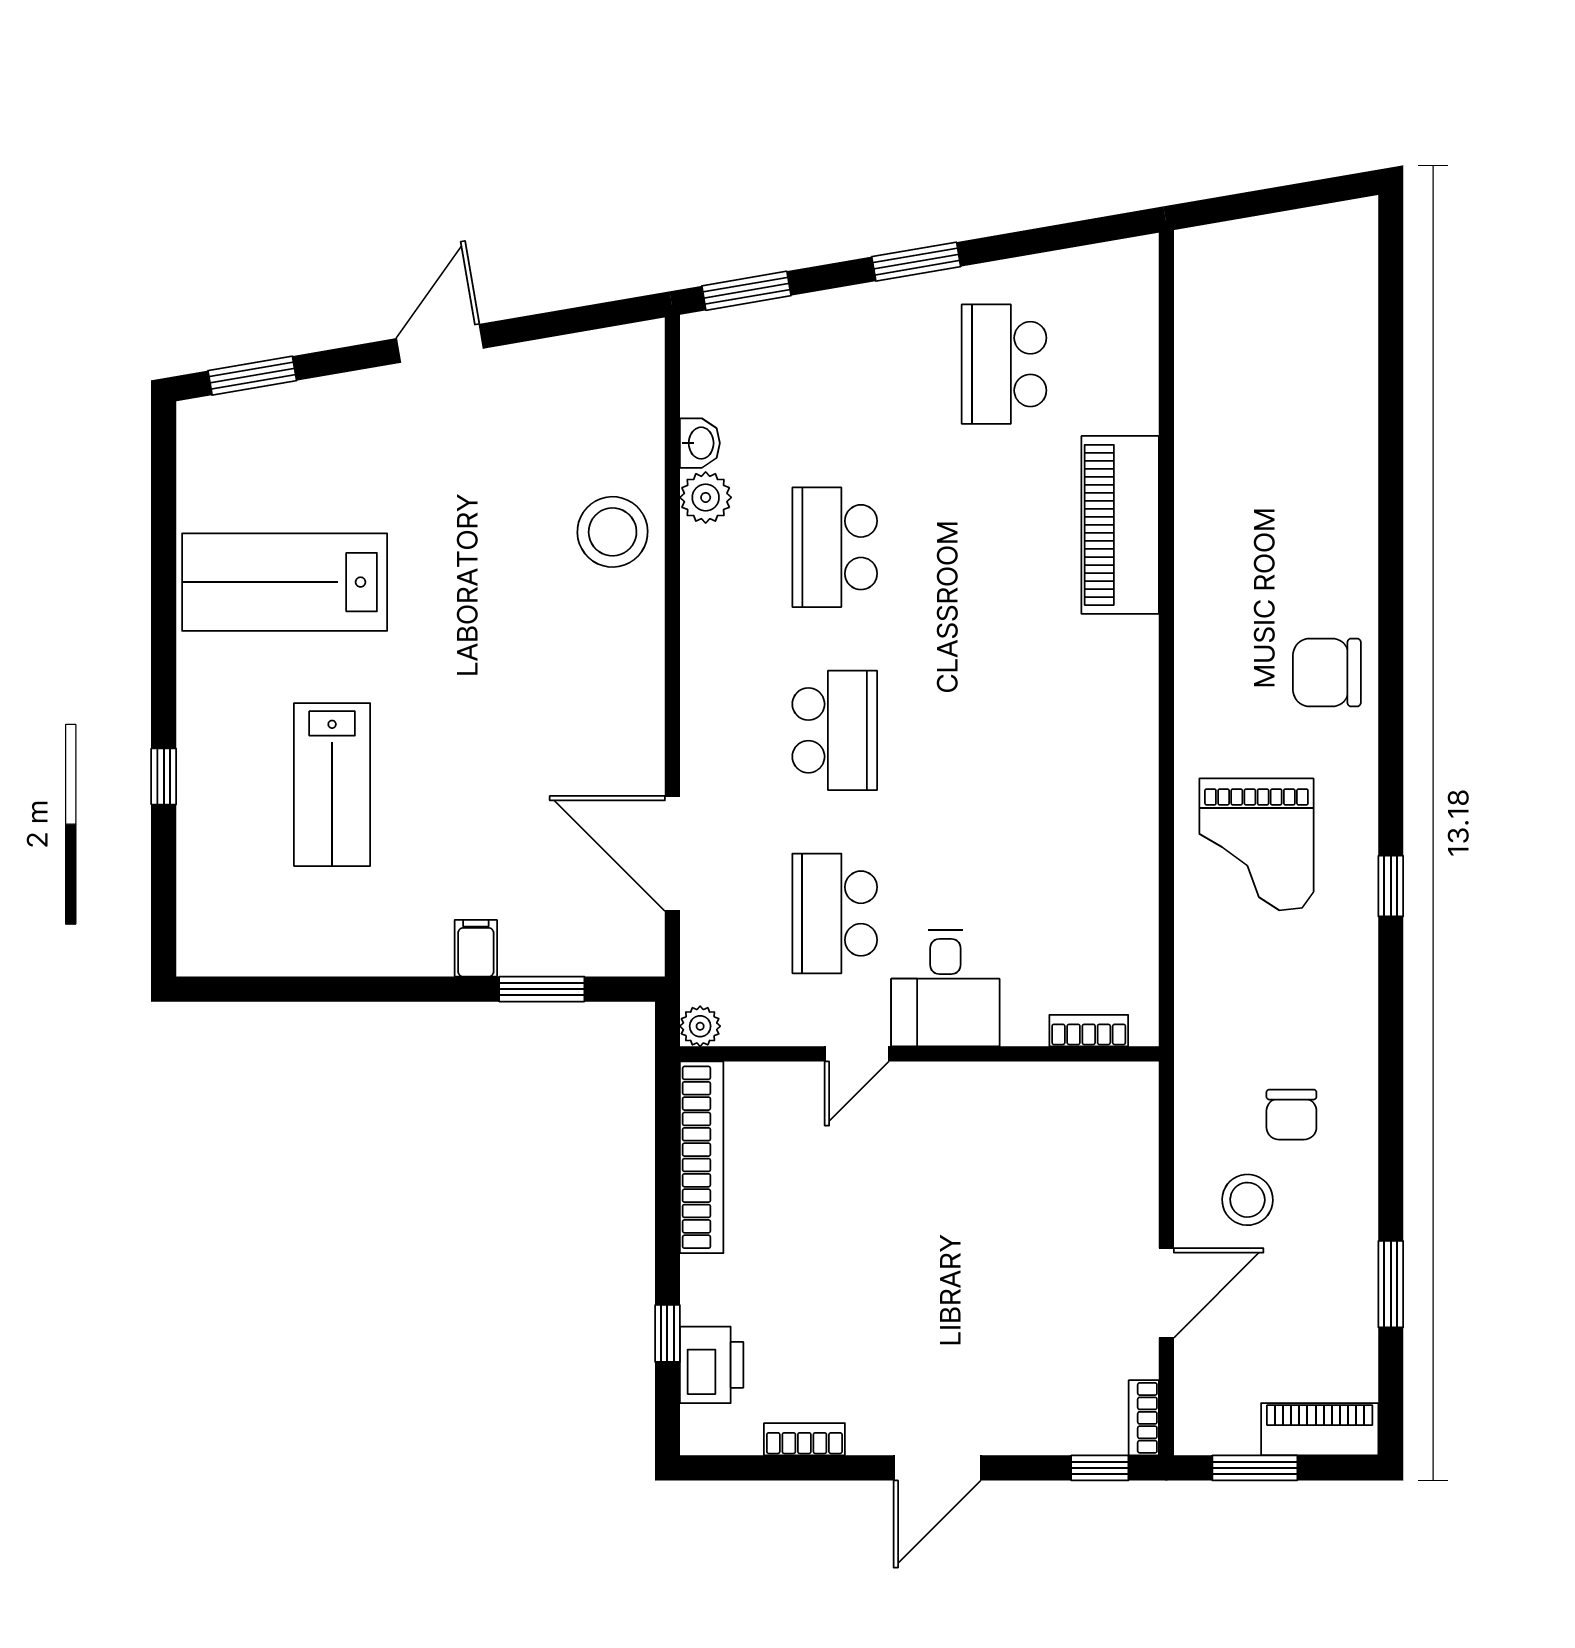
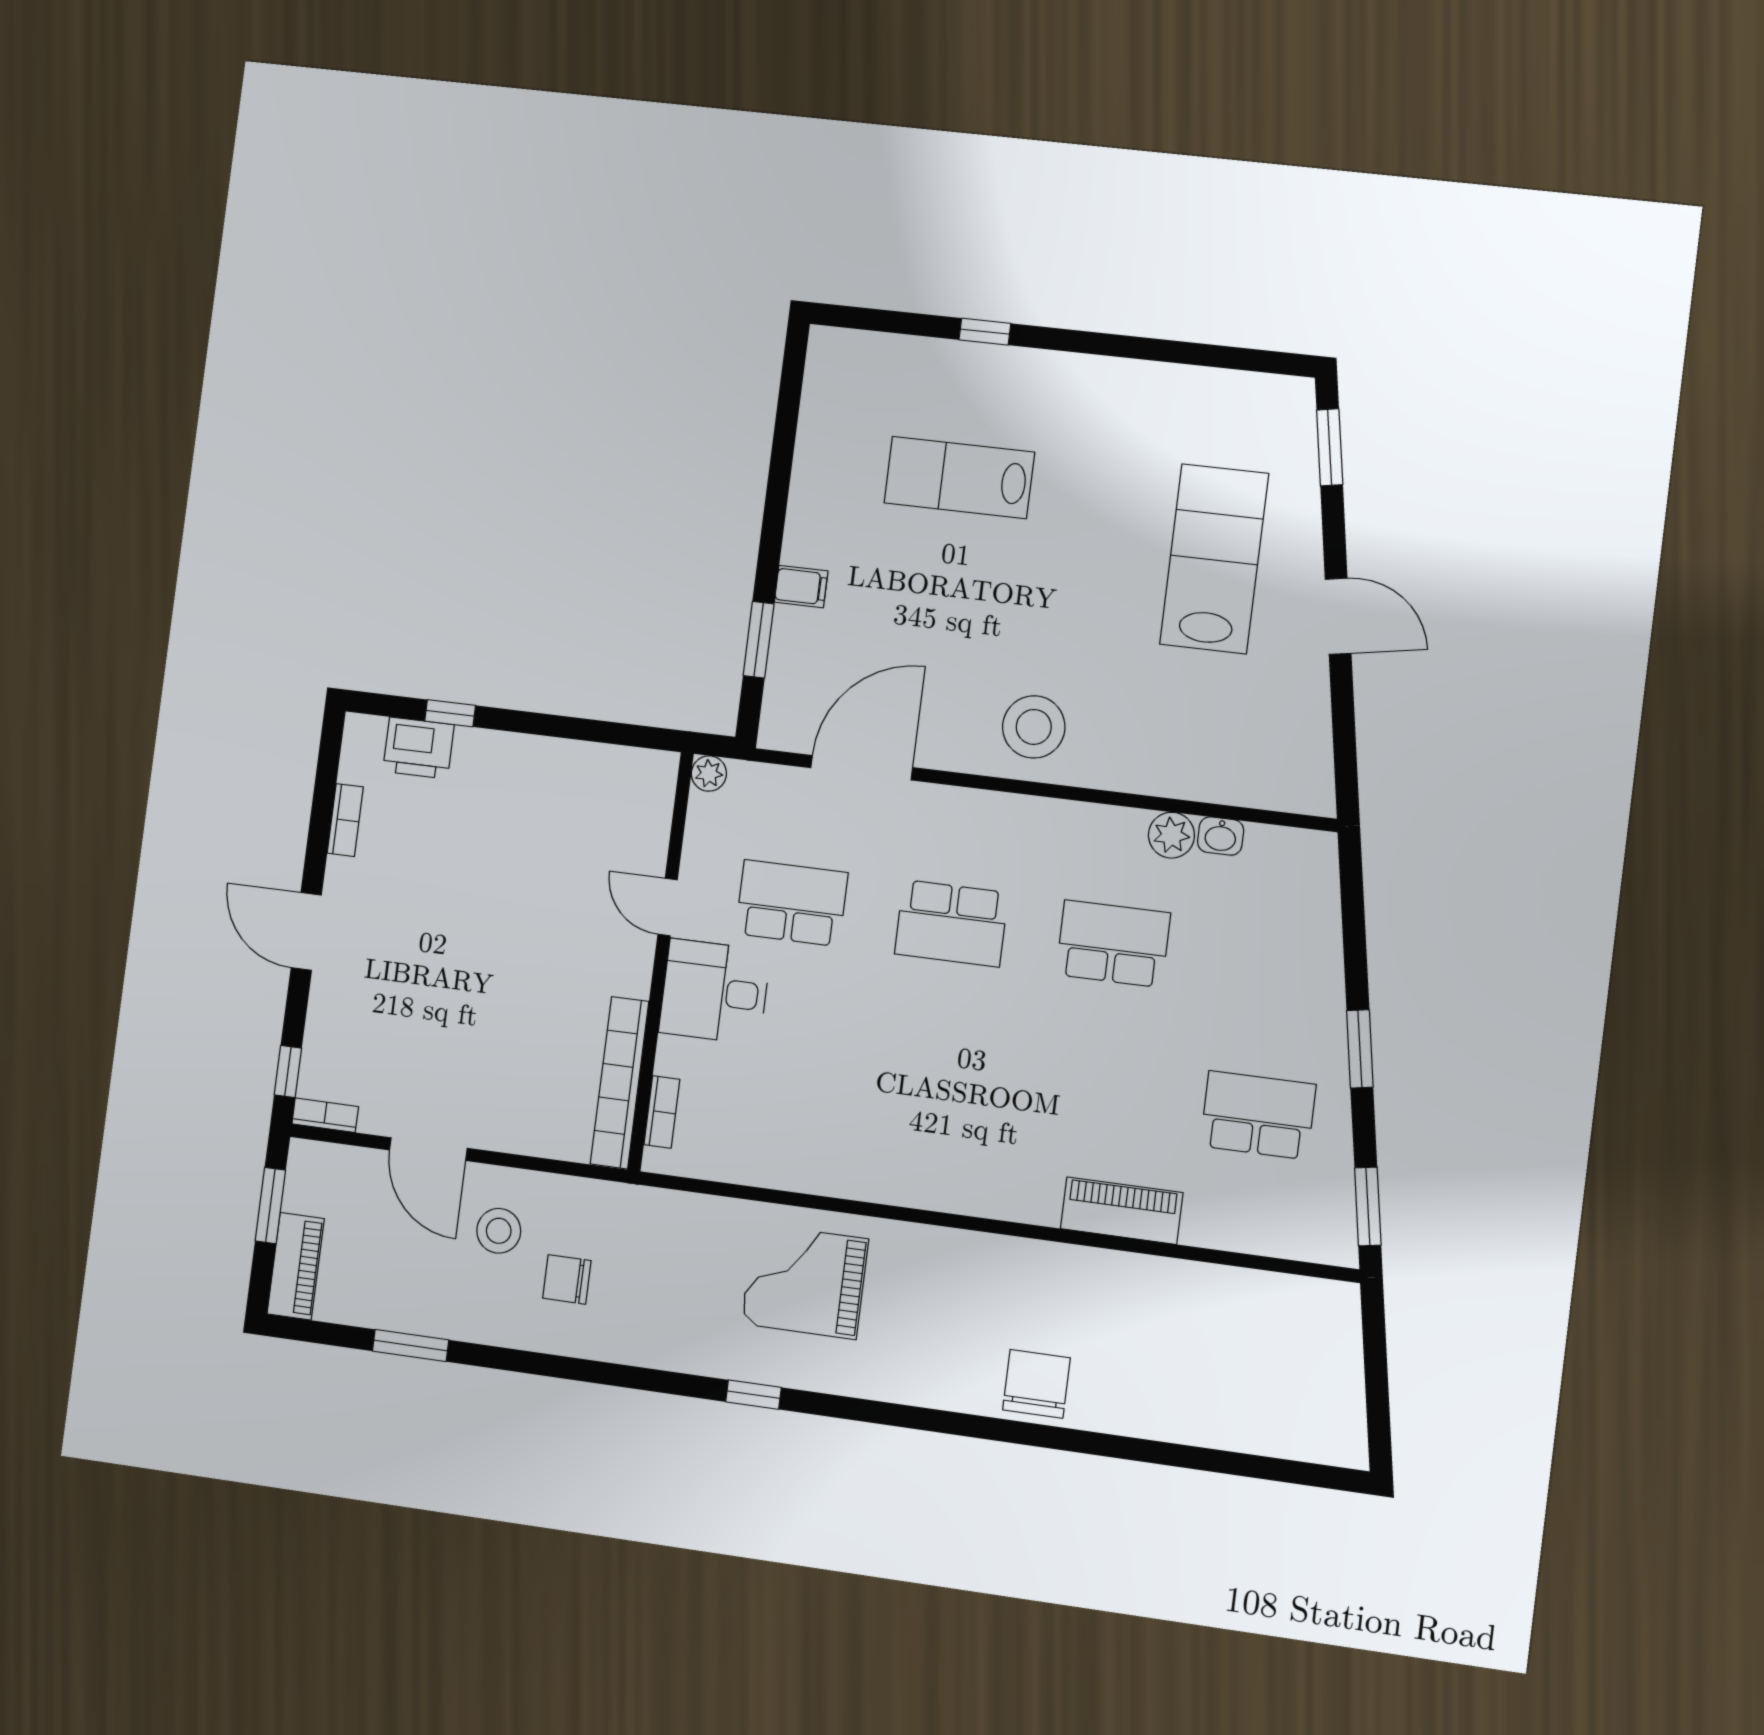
window: (746, 291) -> (1368, 1206), moved
piano: (1120, 525) -> (1122, 1211), width x0.73, depth x0.75
stool: (613, 532) -> (1034, 727), moved
lab bench: (285, 582) -> (1214, 559), moved
chair: (1327, 672) -> (1036, 1384), moved
bookcase: (702, 1157) -> (620, 1083), moved, turned 90

